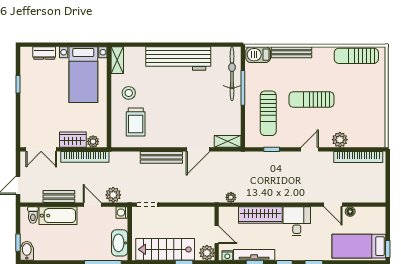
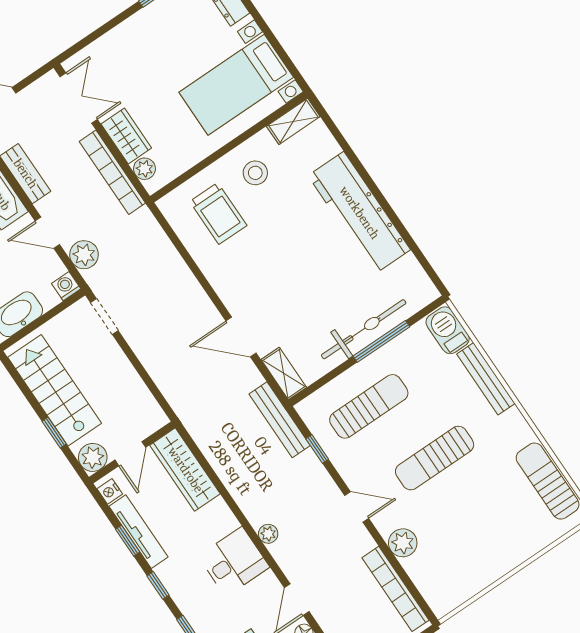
bicycle: (232, 74) -> (364, 329), moved
sun lounger: (311, 100) -> (435, 458), turned -90
sun lounger: (268, 113) -> (369, 406), turned 180
trolley: (136, 122) -> (218, 213), turned -90
double door: (41, 149) -> (79, 98), swing flipped
bench: (161, 157) -> (280, 420), moved
plant: (231, 197) -> (268, 534), moved
door: (92, 205) -> (47, 233), swing flipped
wardrobe: (260, 215) -> (185, 470), moved

